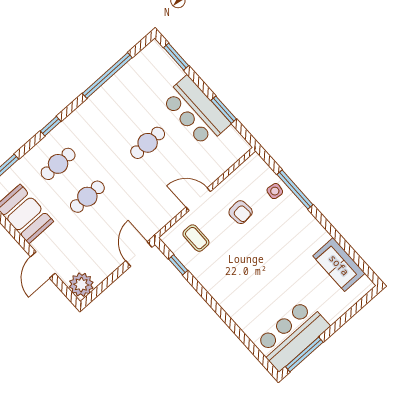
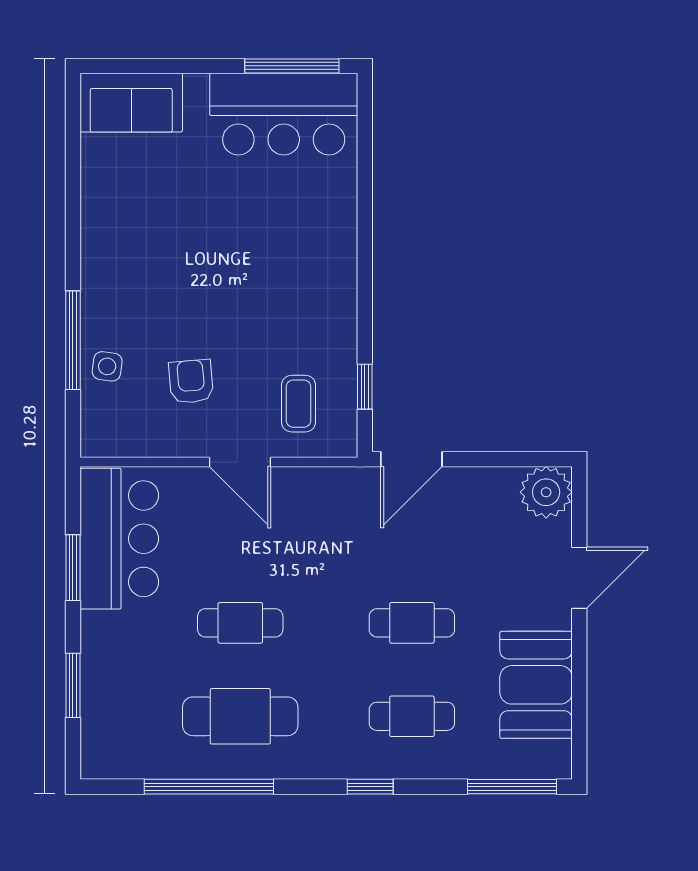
window: (176, 57) -> (73, 685), moved
cafe table: (118, 110) -> (240, 716), added
bar counter: (196, 111) -> (119, 539), moved
sofa: (339, 265) -> (131, 103), moved, turned 90

